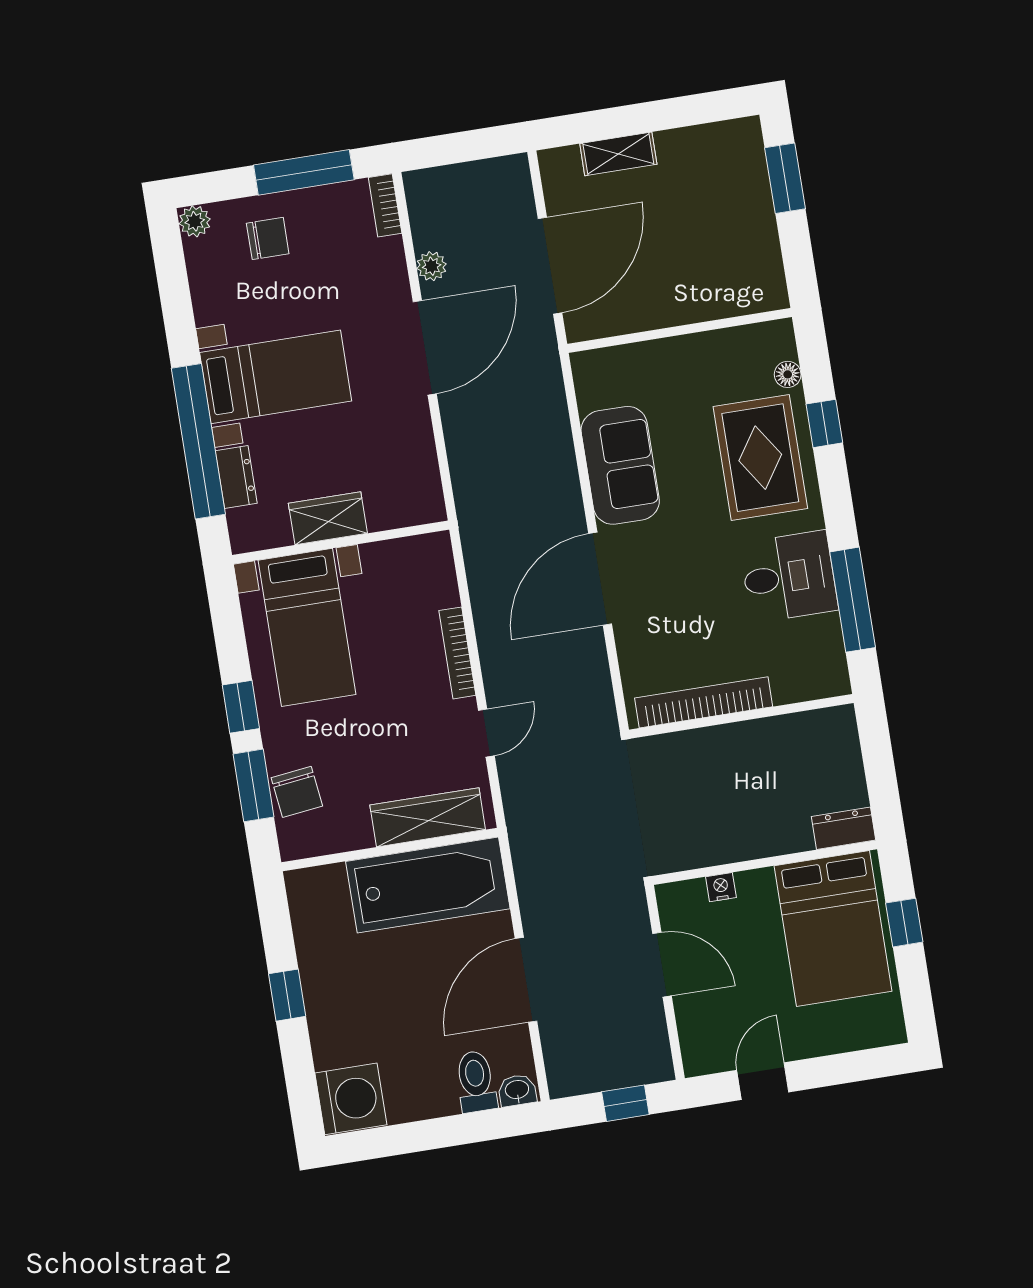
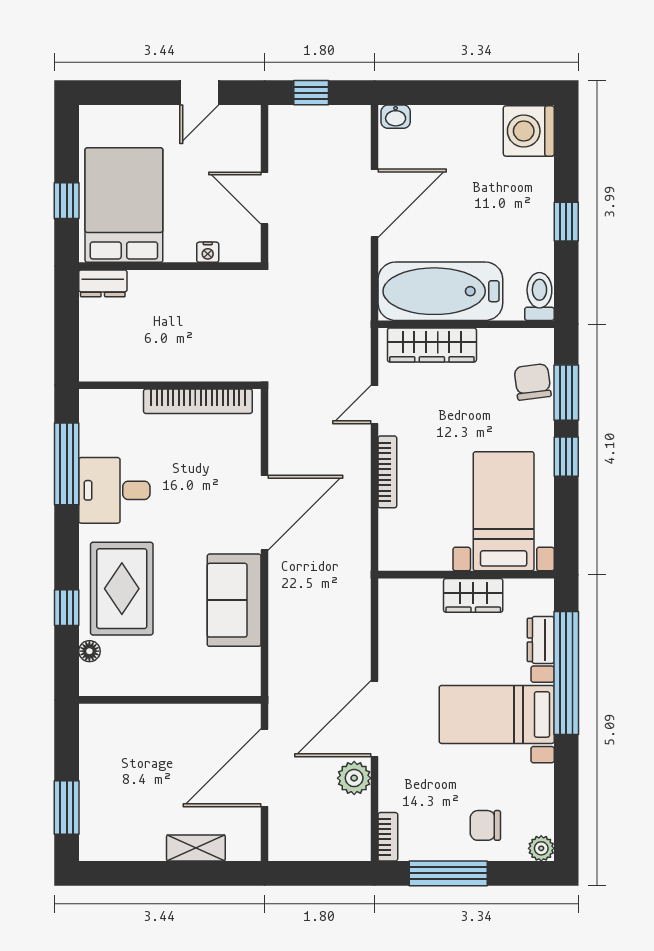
plant: (432, 266) -> (354, 778), width x1.38, depth x1.38
toilet: (476, 1081) -> (539, 296), moved, turned 180

